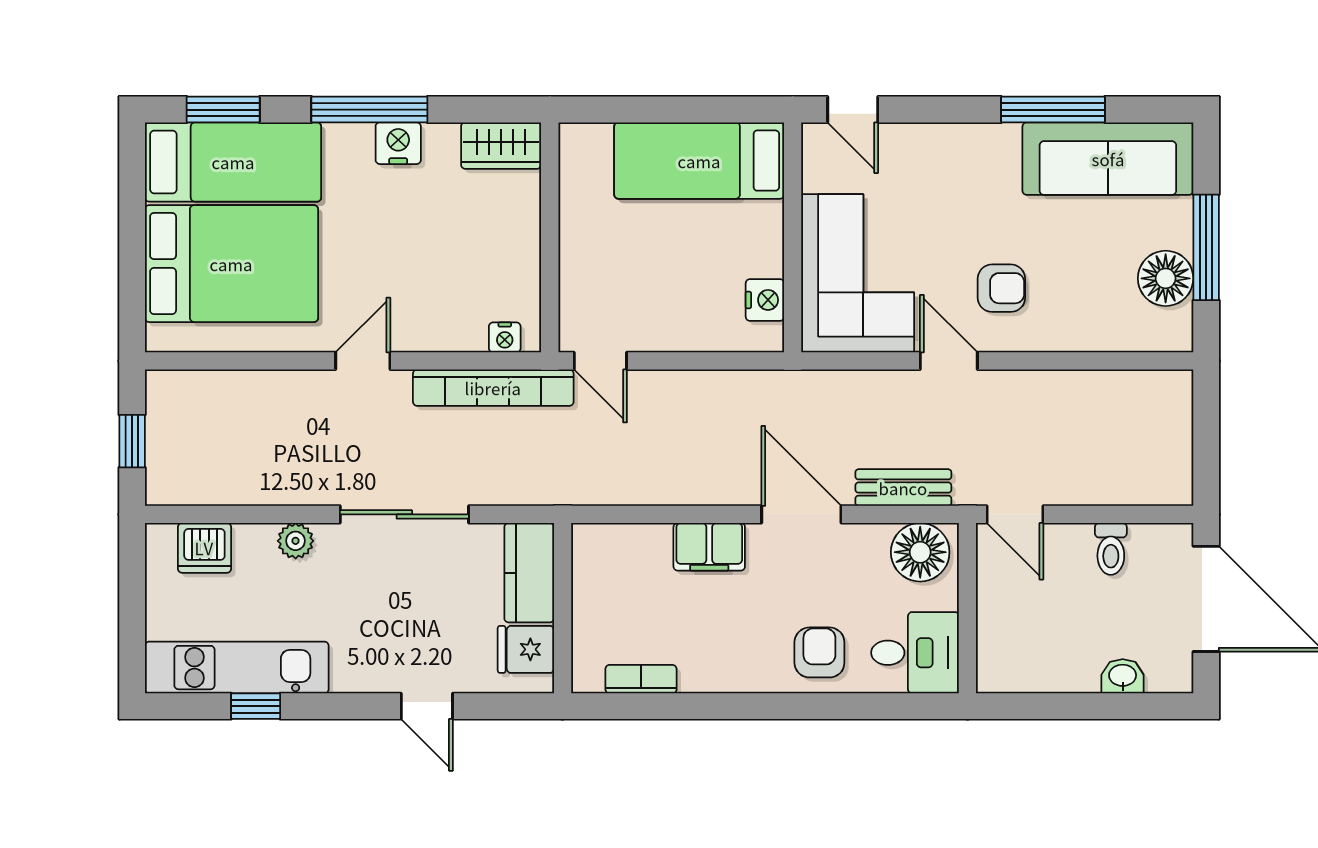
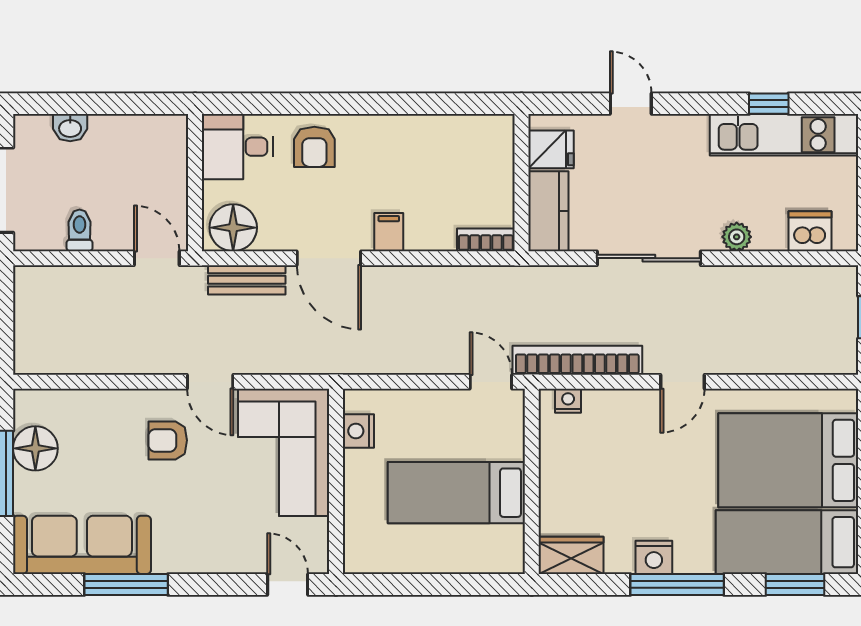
bed: (699, 161) -> (456, 493), moved, turned 180
filing cabinet: (709, 547) -> (389, 232), width x0.50
bookcase: (641, 679) -> (486, 240), moved, turned 180

